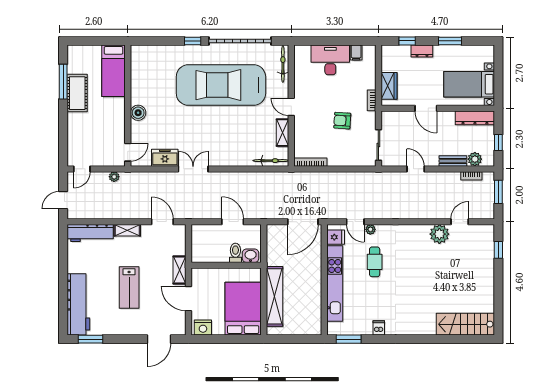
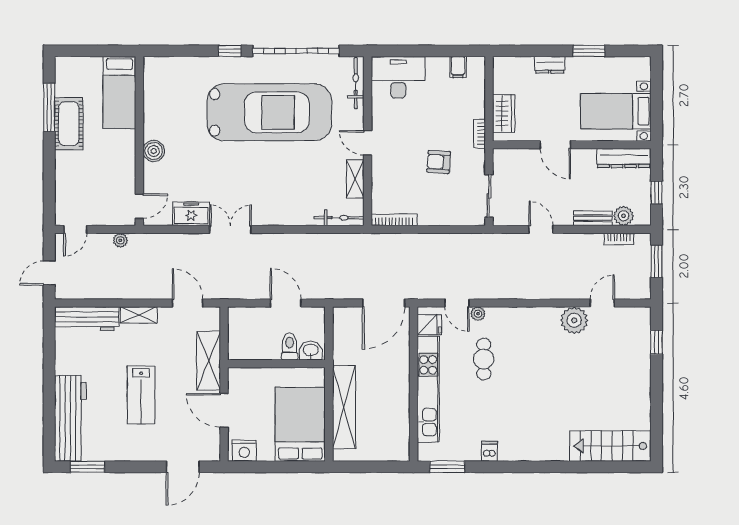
window: (407, 41) -> (529, 51), removed
desk: (330, 60) -> (398, 77), moved
car: (221, 85) -> (269, 112), turned 180
shelving: (180, 270) -> (209, 361), width x1.50, depth x1.33

